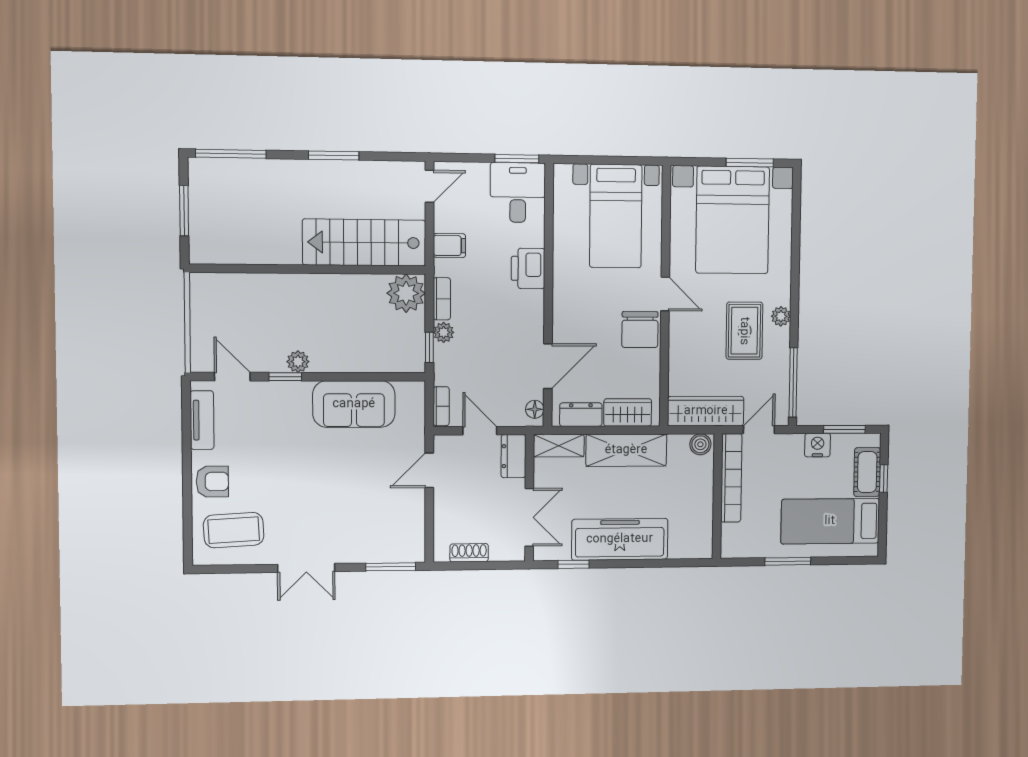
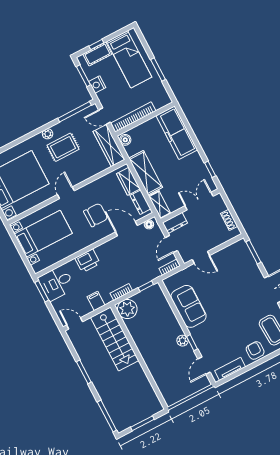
chair: (640, 330) -> (96, 215), moved
plant: (444, 332) -> (136, 283), removed
freezer: (620, 539) -> (177, 133), moved

